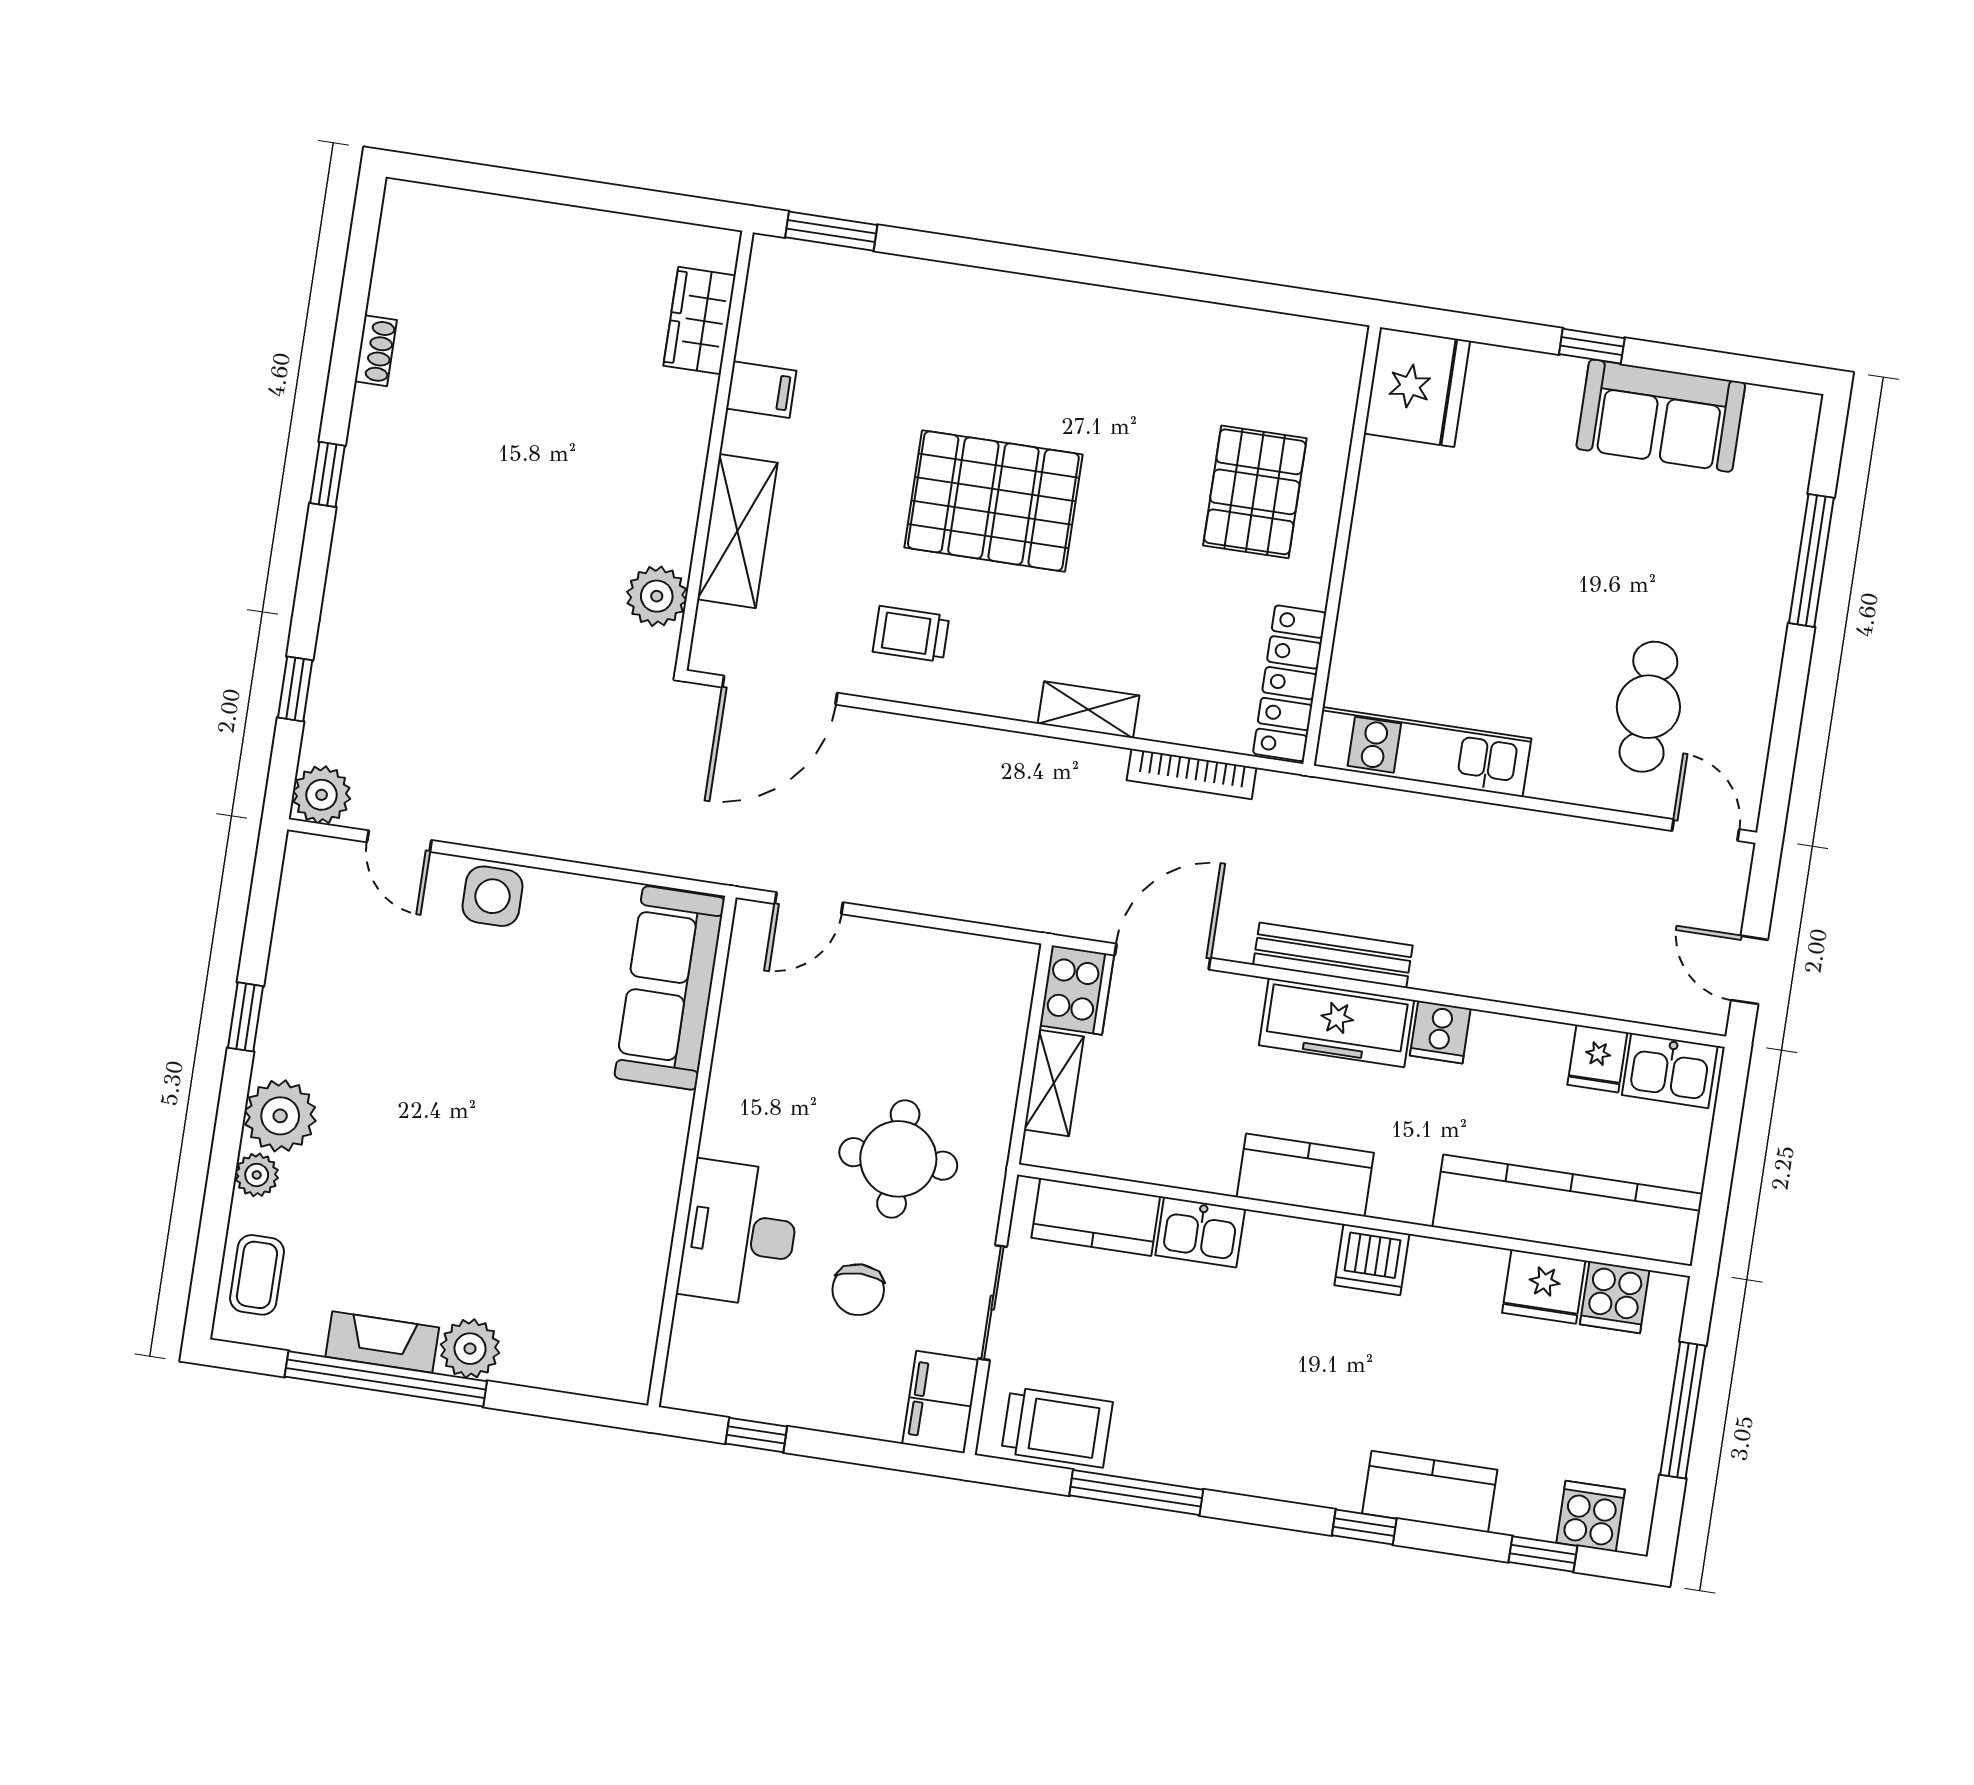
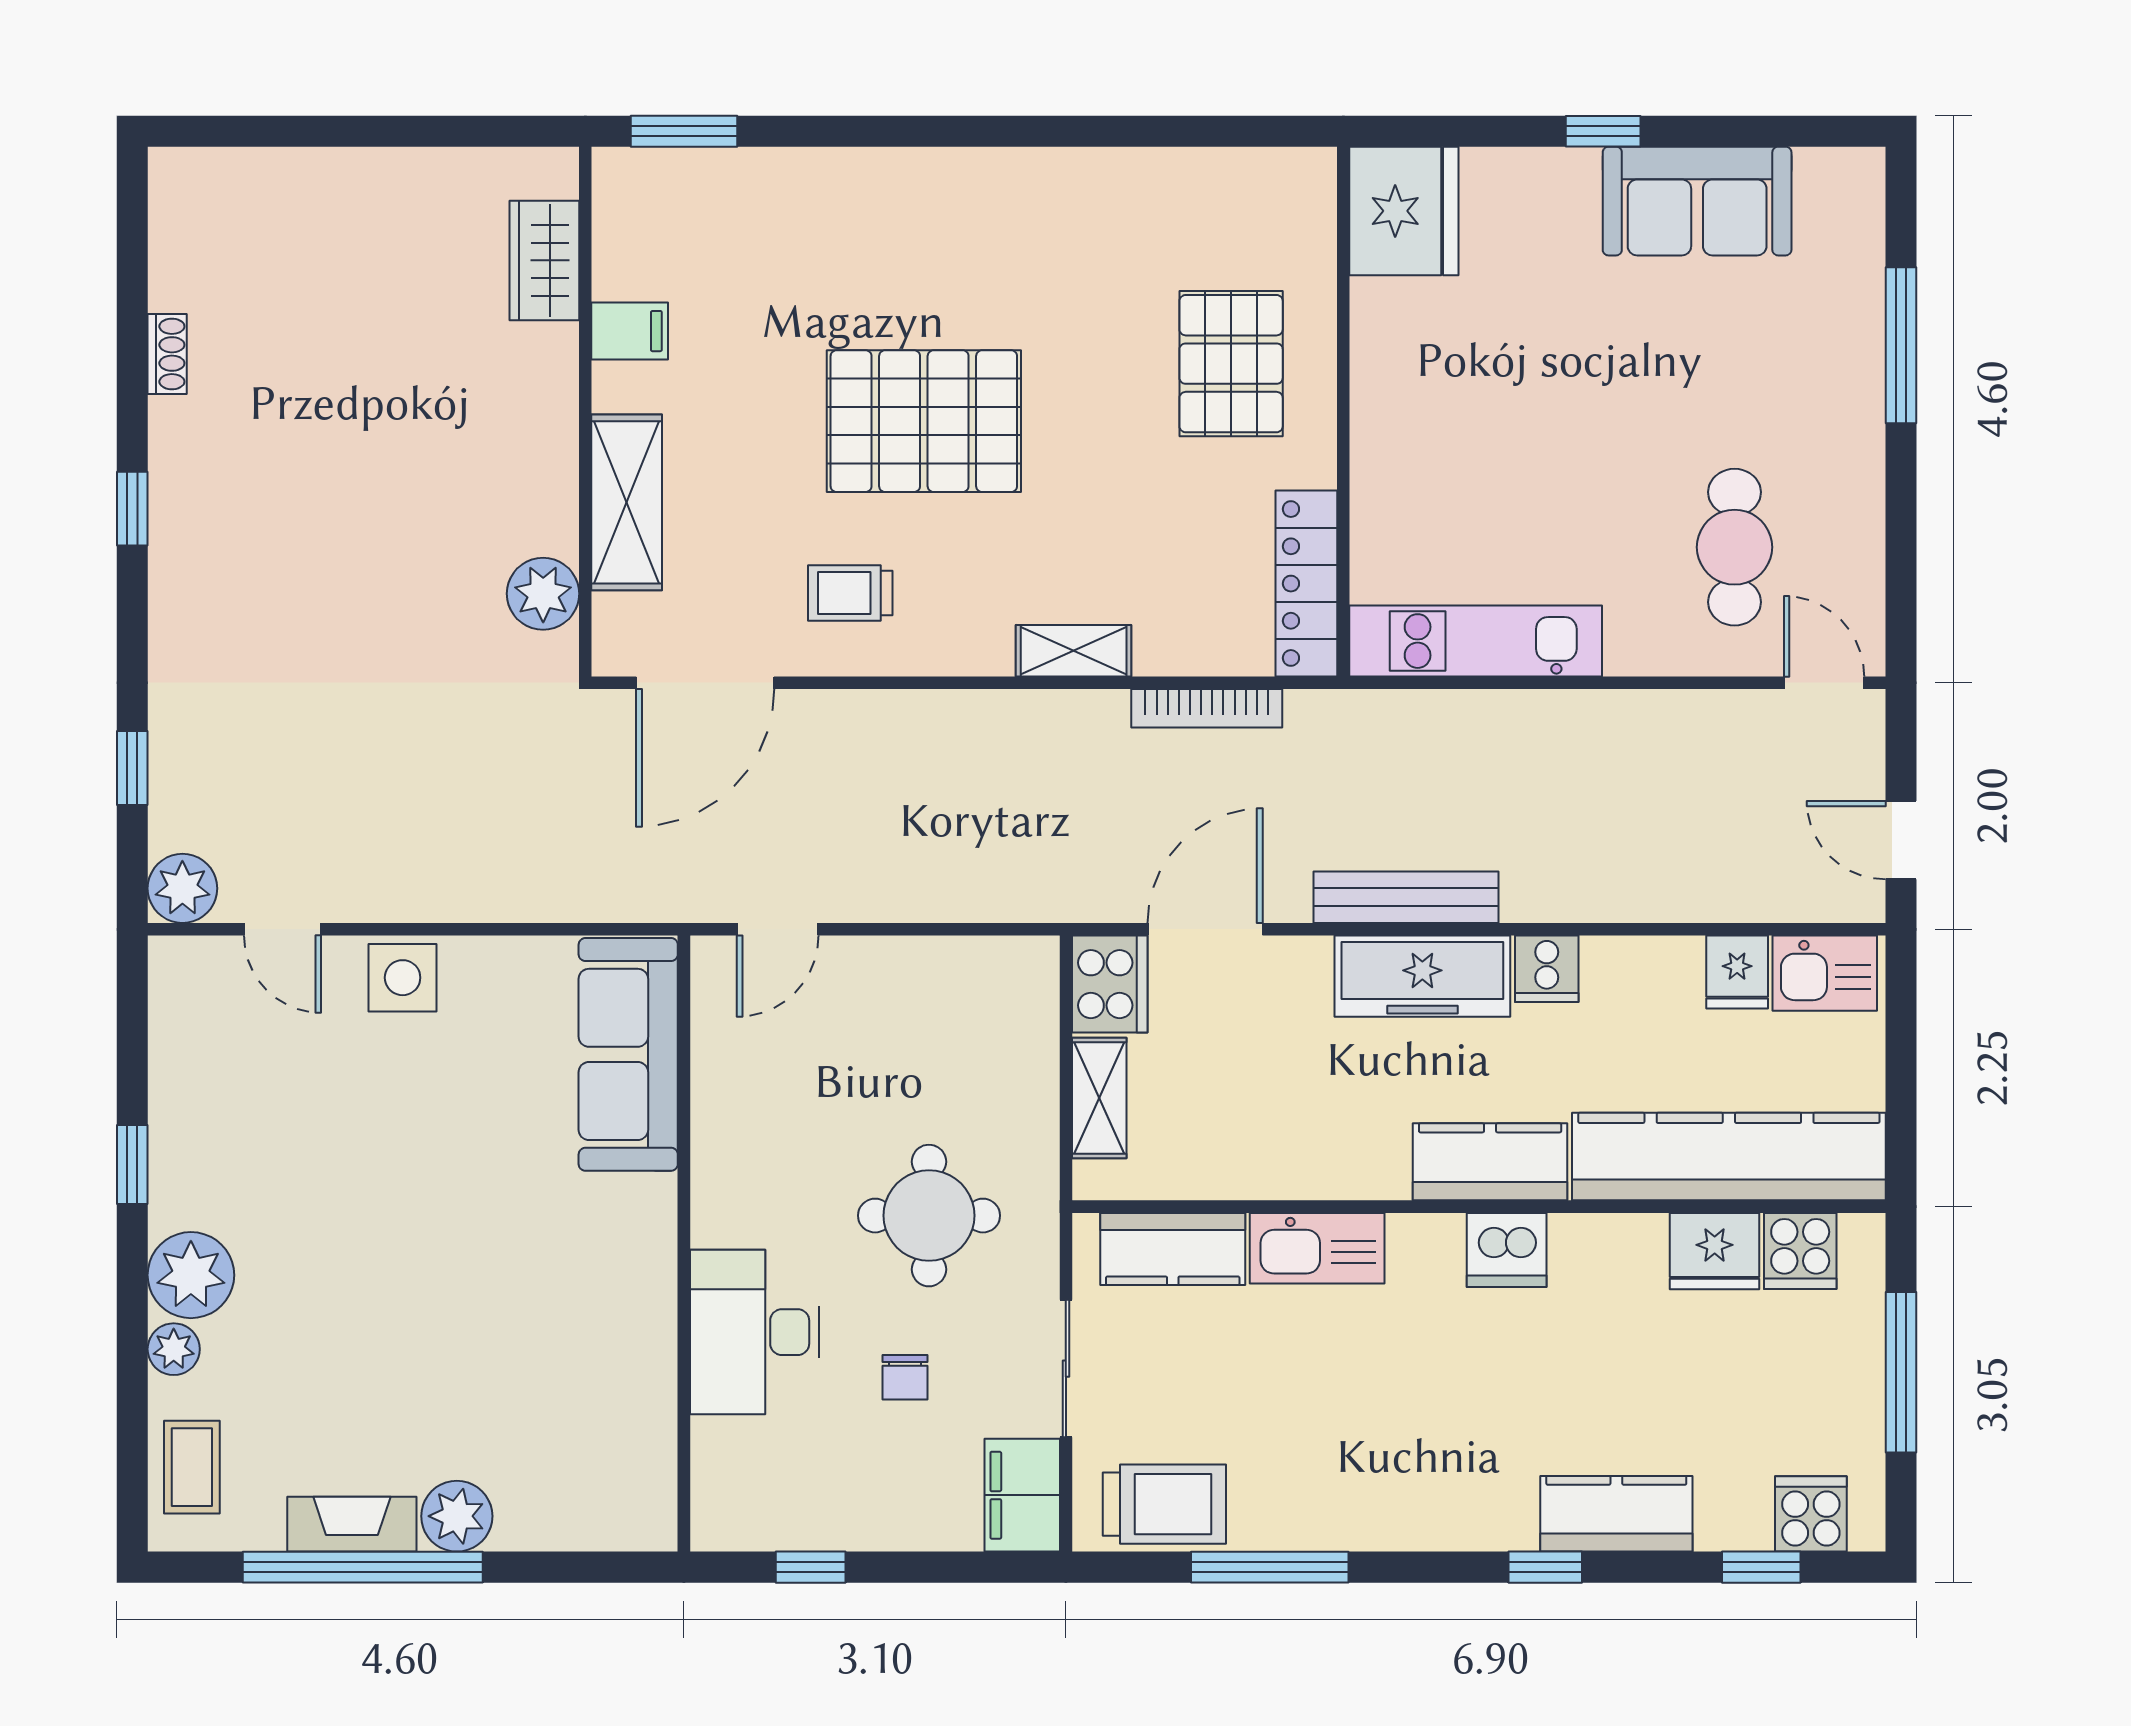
kitchen counter: (1305, 1175) -> (1490, 1162), moved
kitchen sink: (1200, 1232) -> (1317, 1248), width x1.38
chair: (858, 1290) -> (905, 1377), width x0.73, depth x0.73

